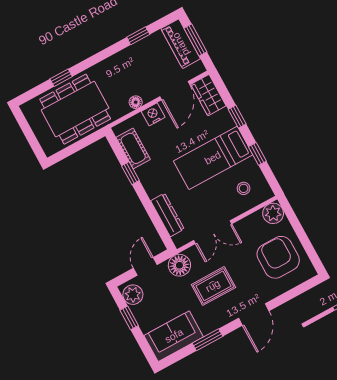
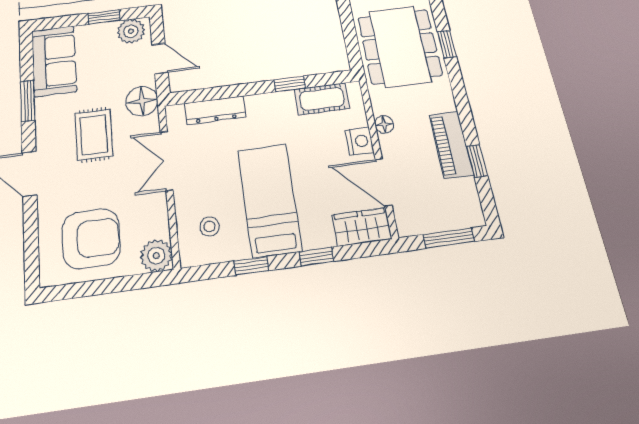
piano: (181, 44) -> (451, 145), moved, turned -90

